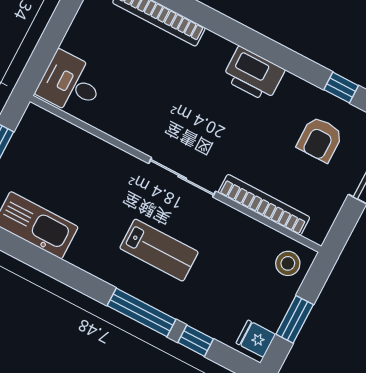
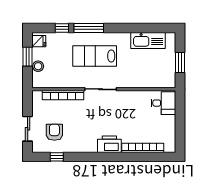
printer: (254, 74) -> (109, 144), moved
lab bench: (159, 250) -> (95, 56), width x1.36, depth x1.39
stool: (288, 263) -> (38, 66), moved

